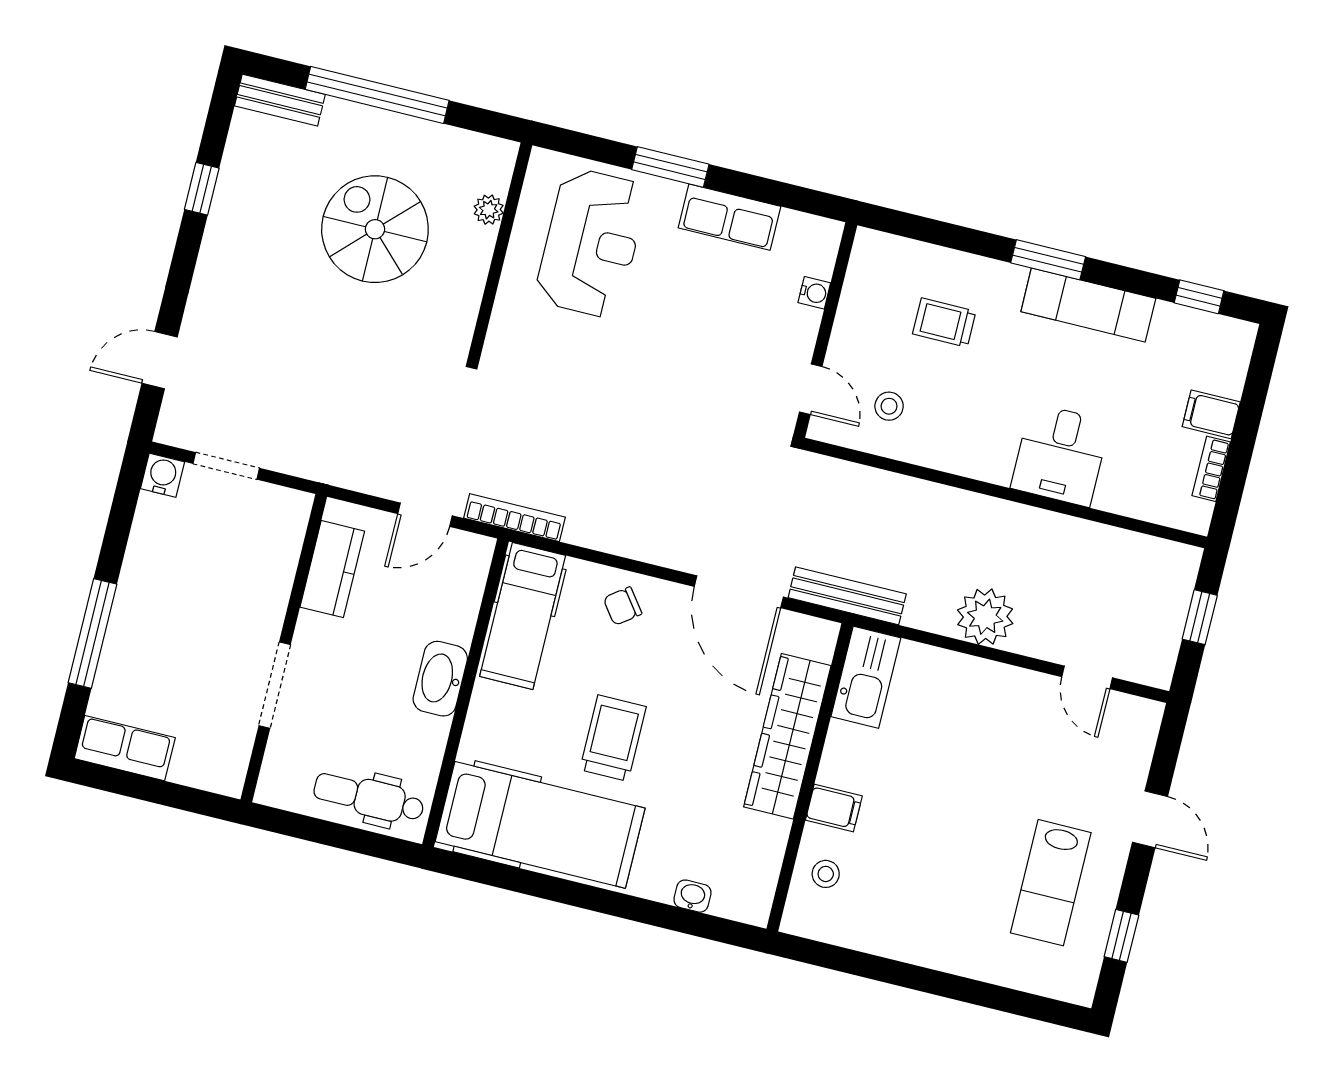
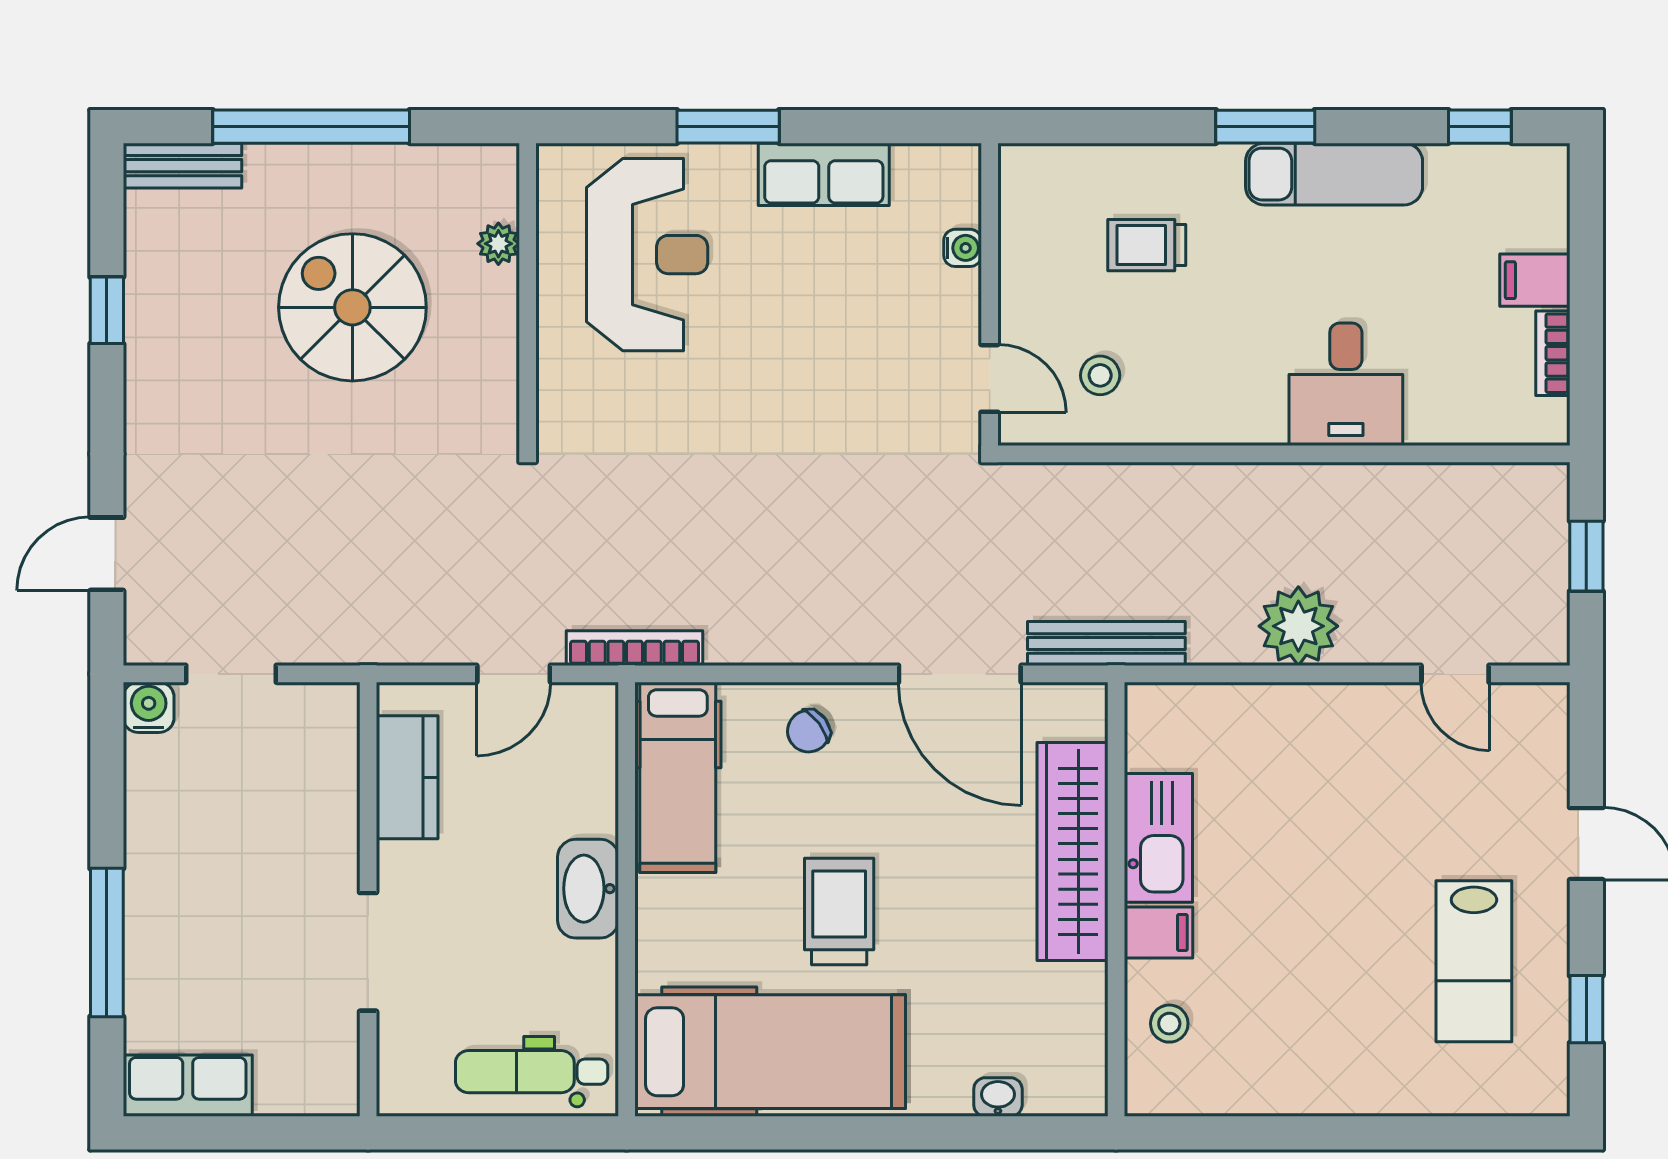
kitchen sink: (866, 677) -> (1158, 838), moved

